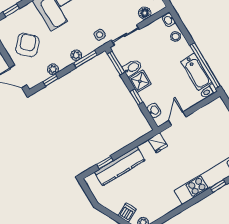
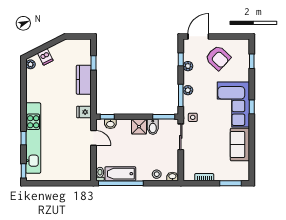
floor lamp: (145, 13) -> (188, 161), removed
window: (136, 97) -> (107, 117), moved
kitchen counter: (120, 166) -> (84, 80), width x0.67

